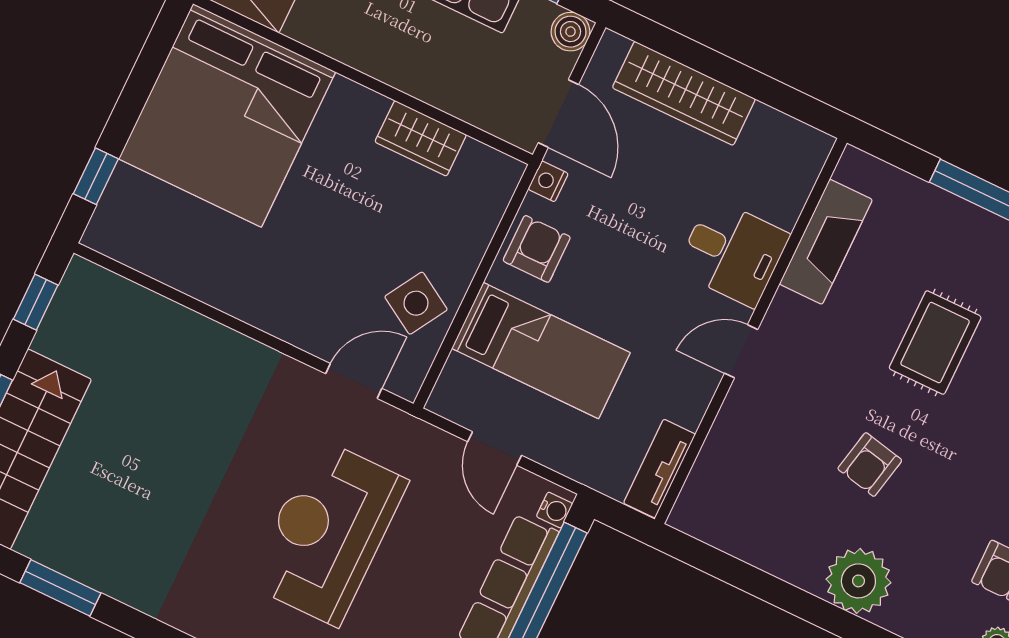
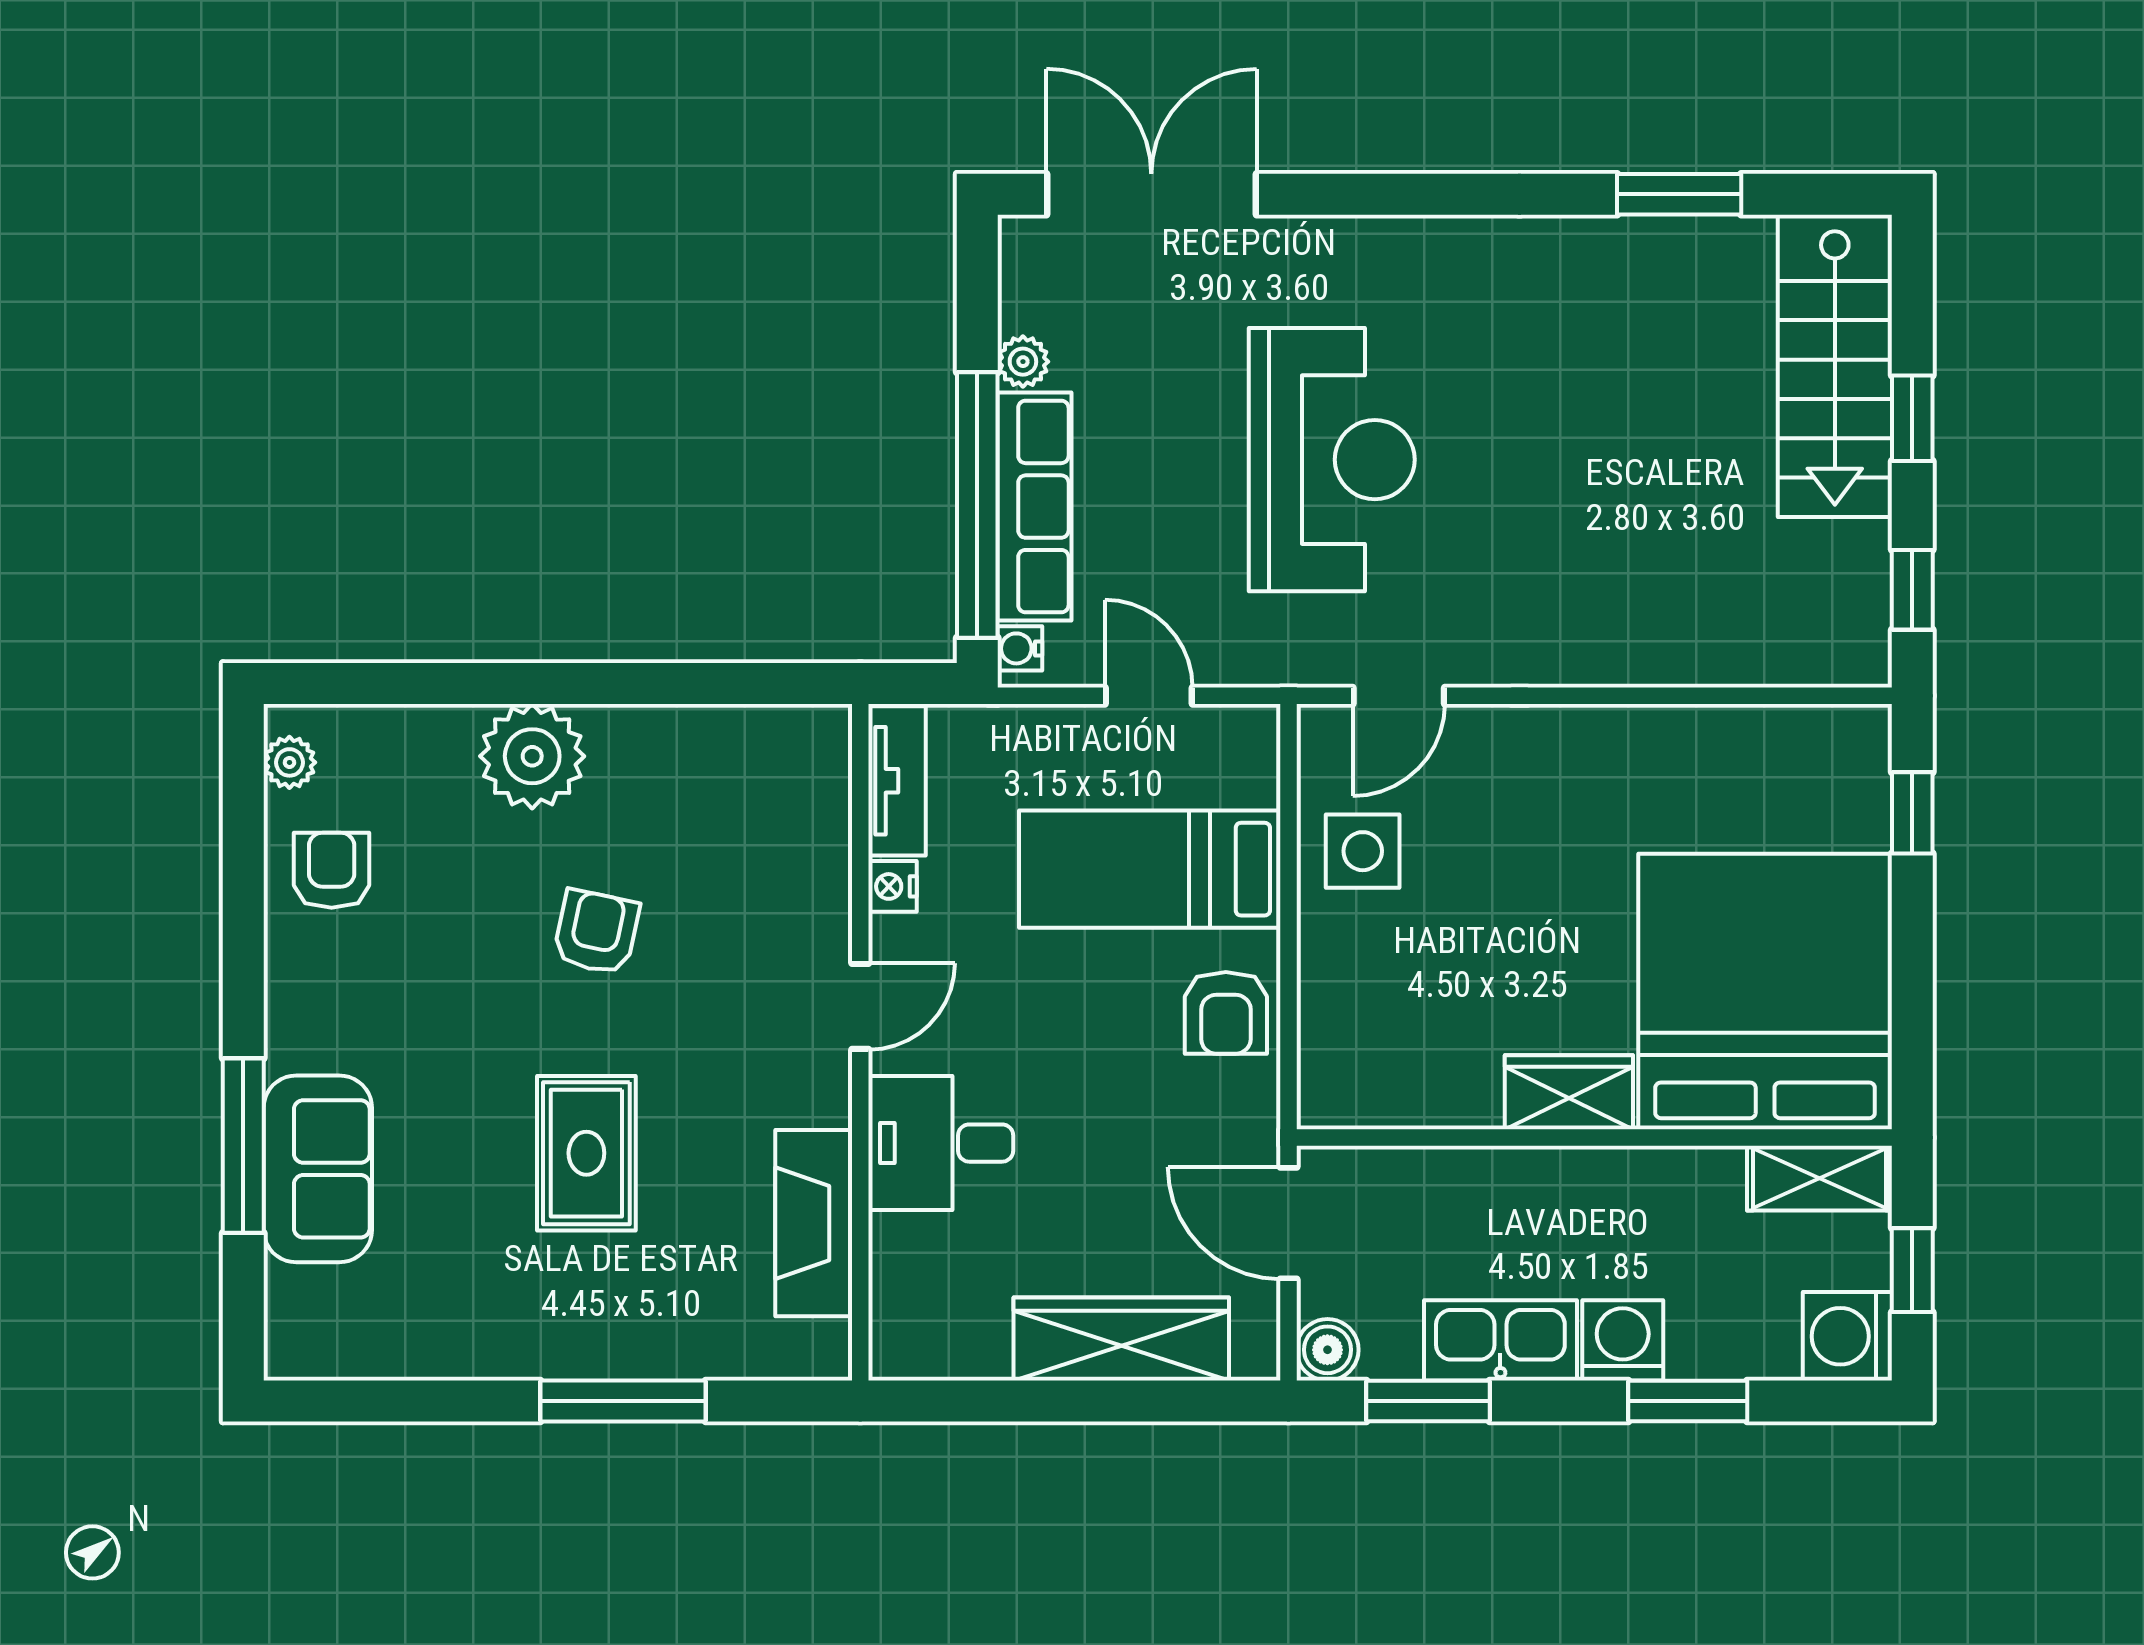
wardrobe: (421, 138) -> (1569, 1092), moved
nightstand: (548, 181) -> (893, 886), moved, turned 180
side table: (416, 303) -> (1363, 851), turned -31

